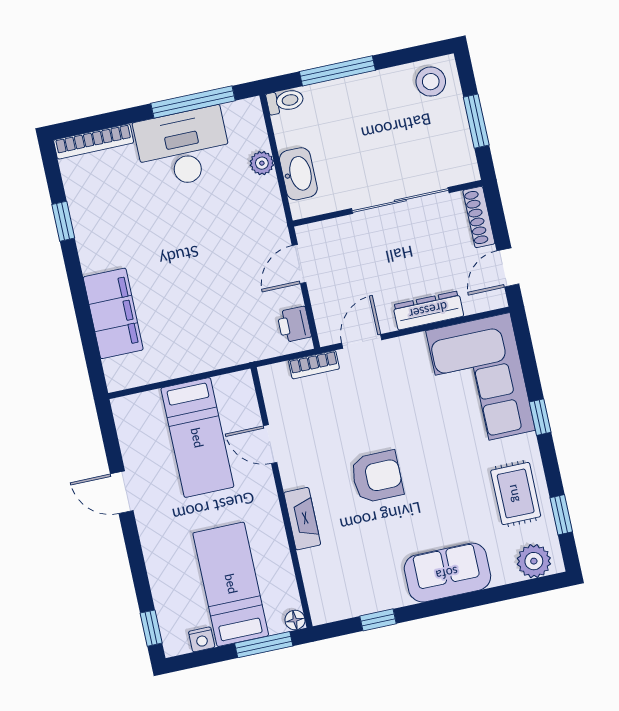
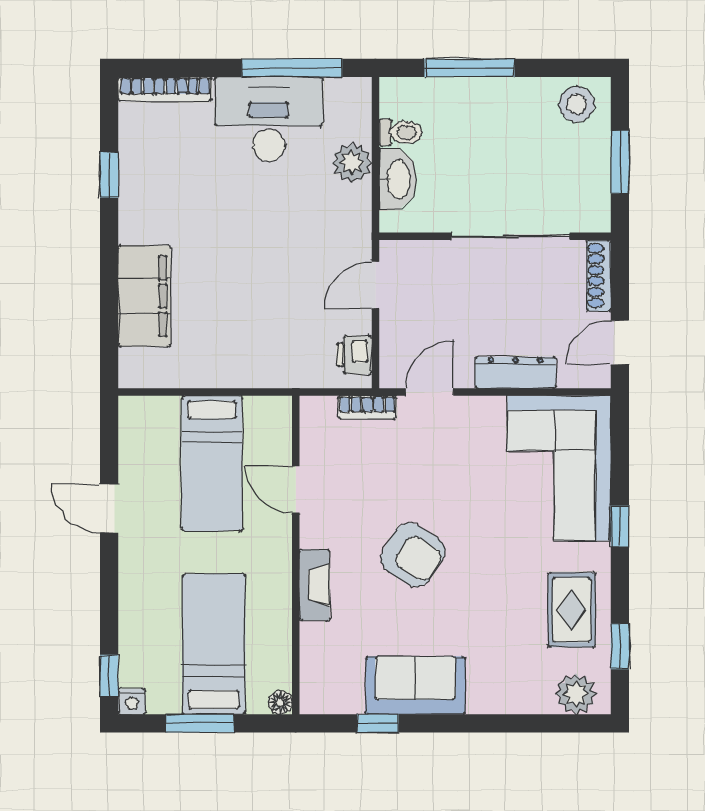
toilet: (285, 101) -> (401, 132), moved
plant: (262, 163) -> (352, 163), width x1.38, depth x1.38
armchair: (377, 477) -> (413, 555), turned 33
sofa: (447, 573) -> (415, 685), moved
nightstand: (202, 639) -> (132, 702), moved
window: (264, 645) -> (200, 723), moved

